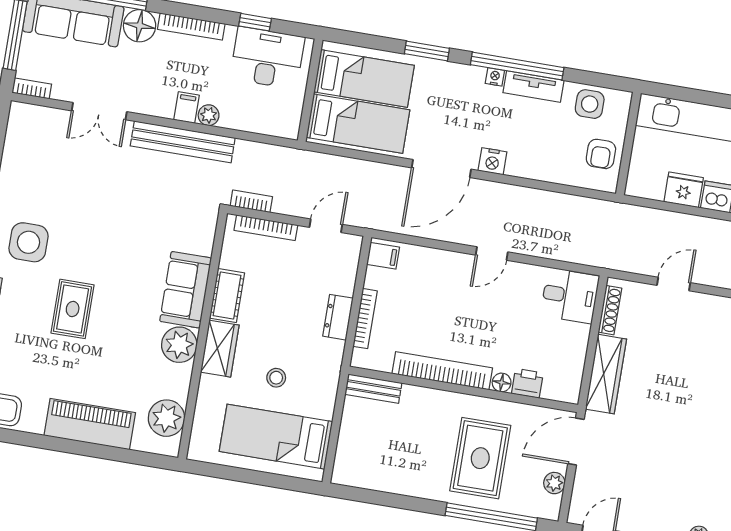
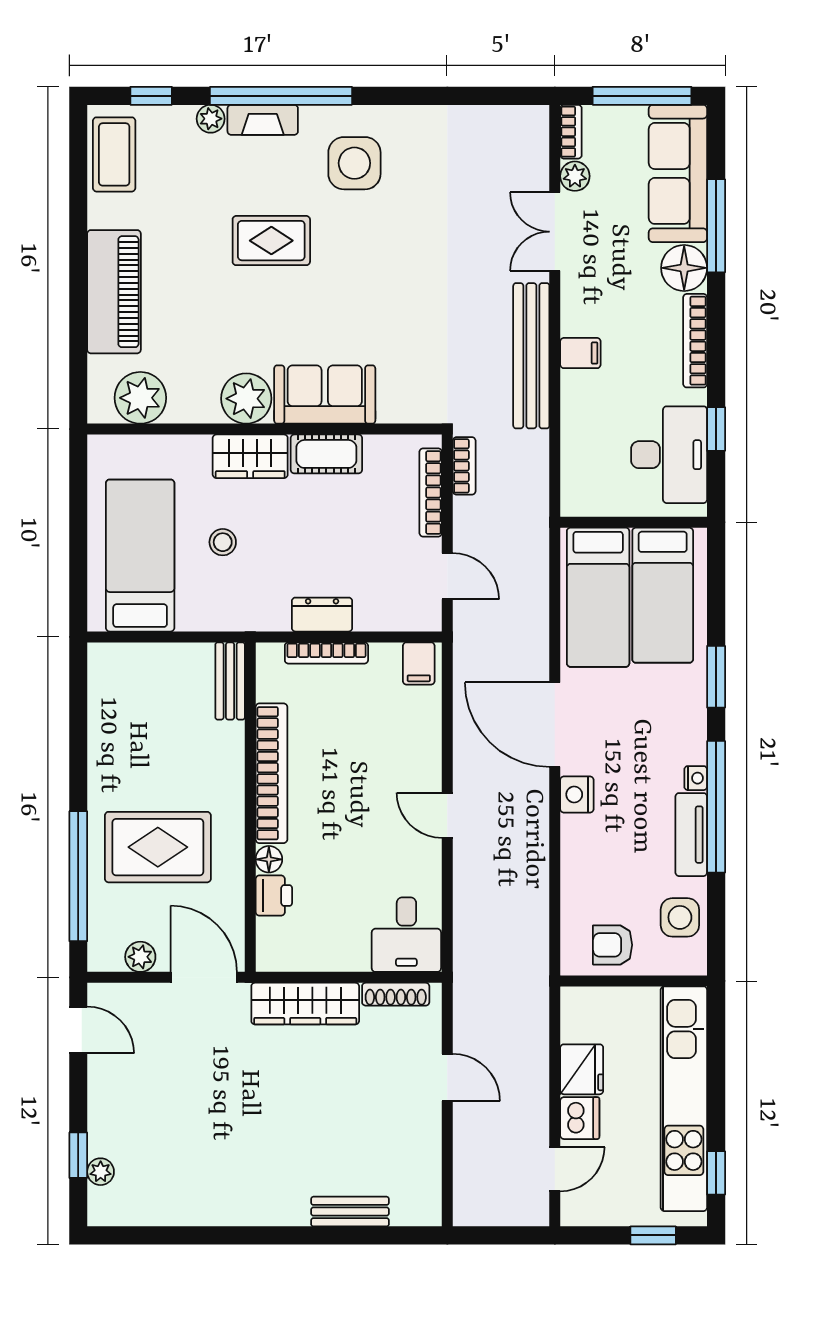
plant: (209, 115) -> (575, 176), moved

